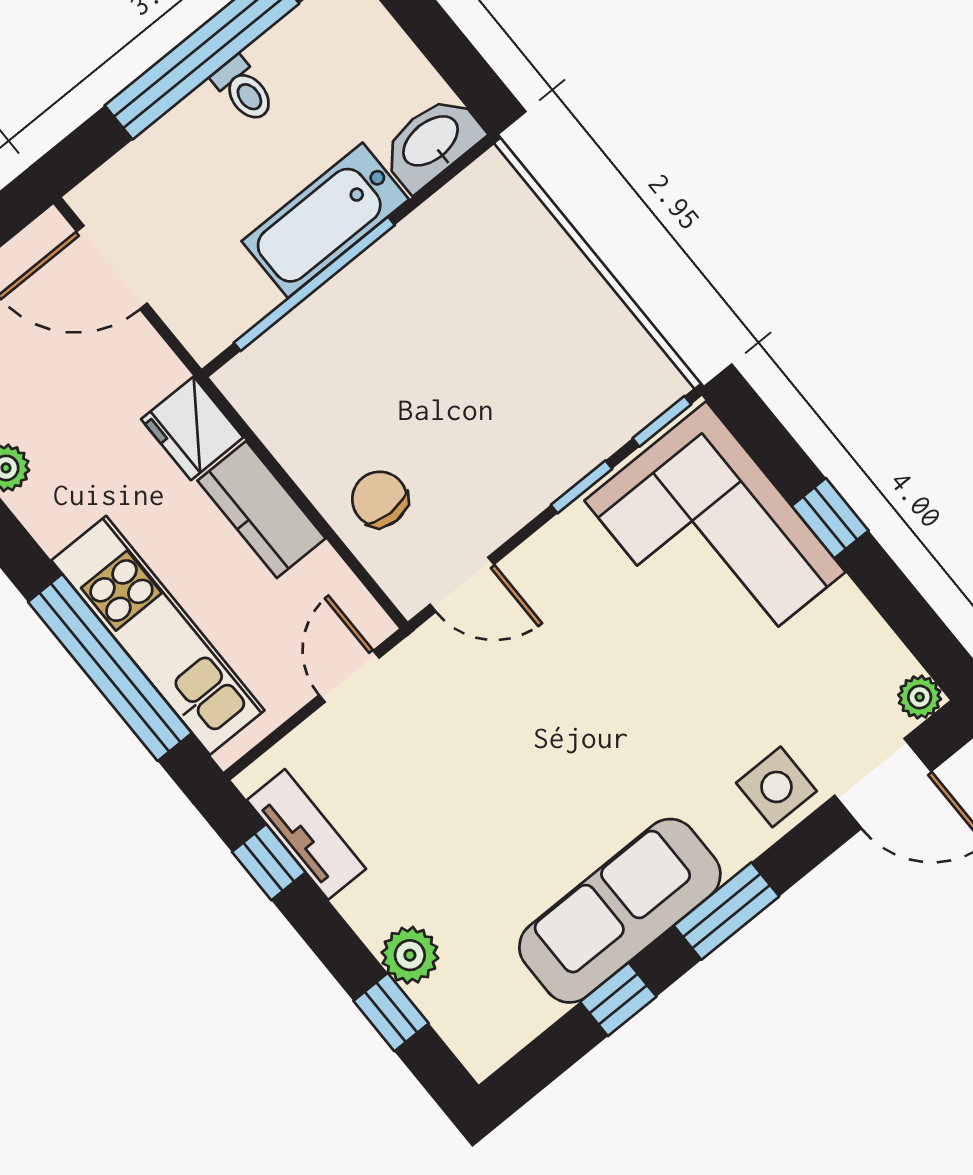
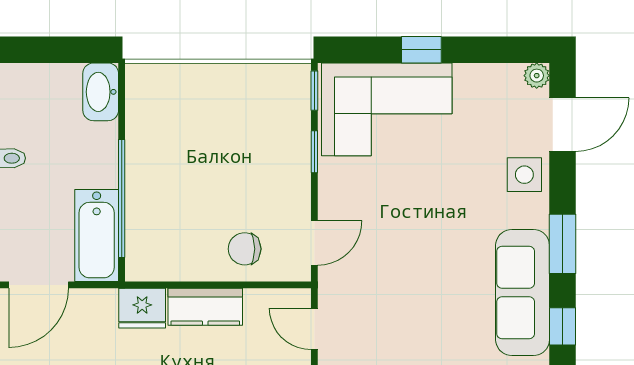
bathtub: (325, 220) -> (97, 235), moved

